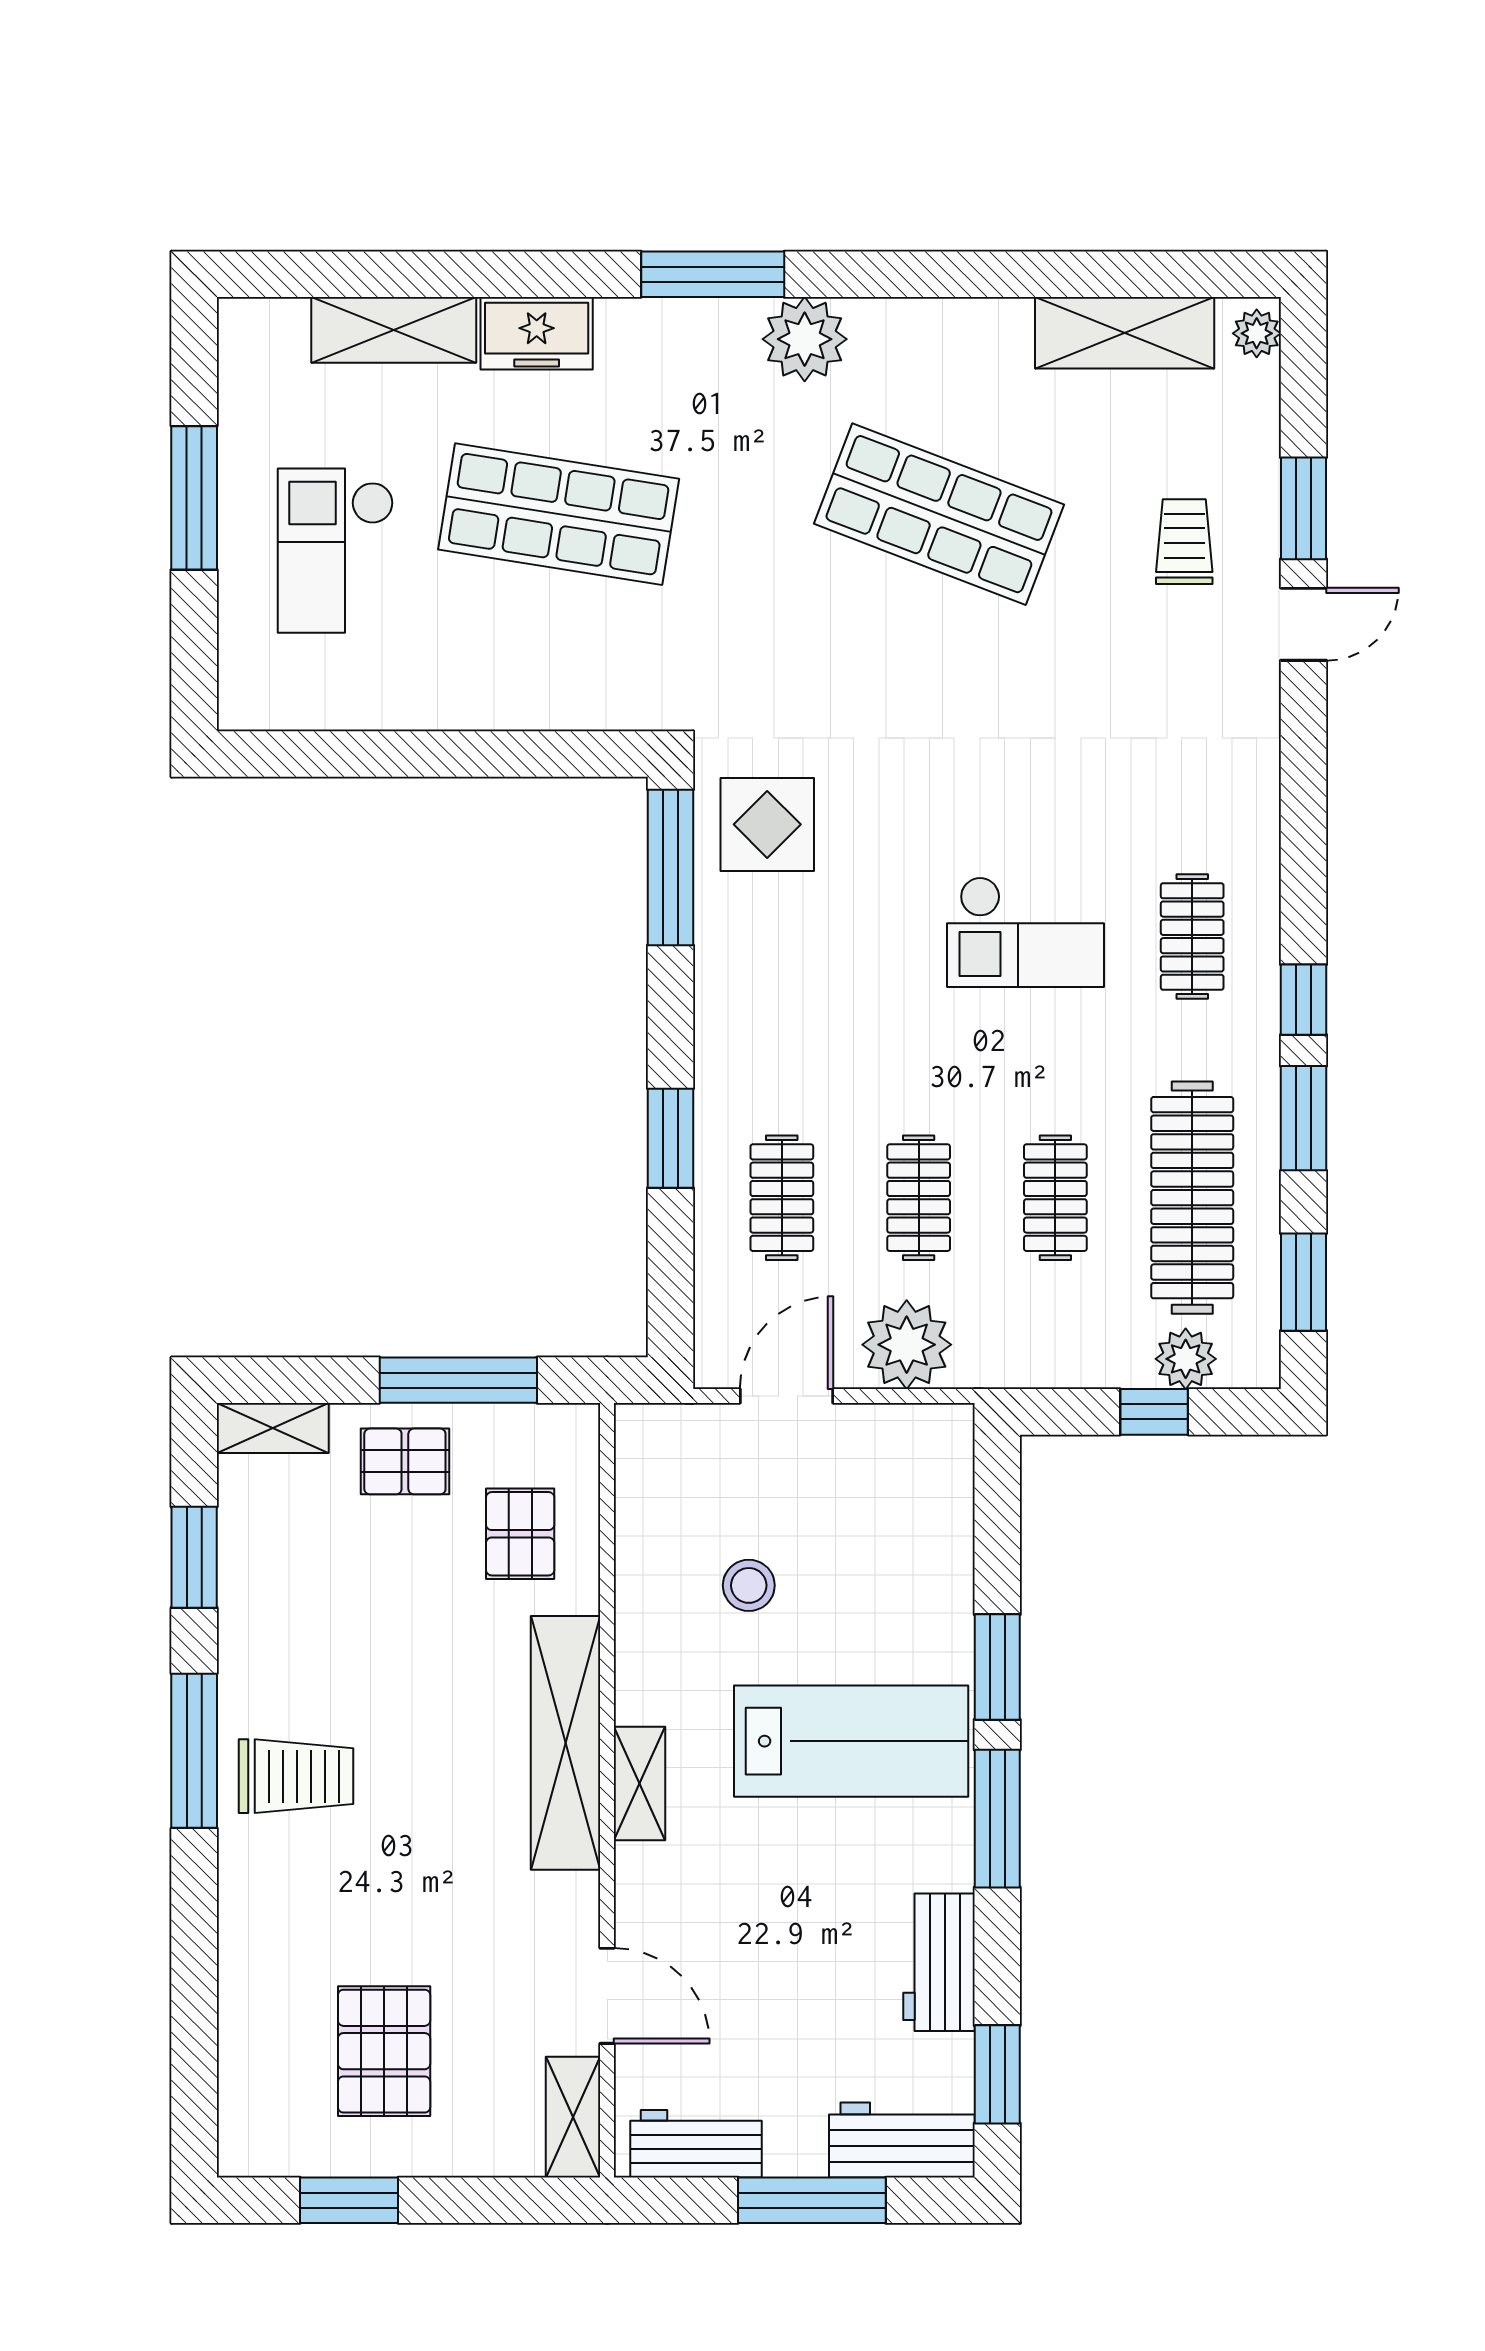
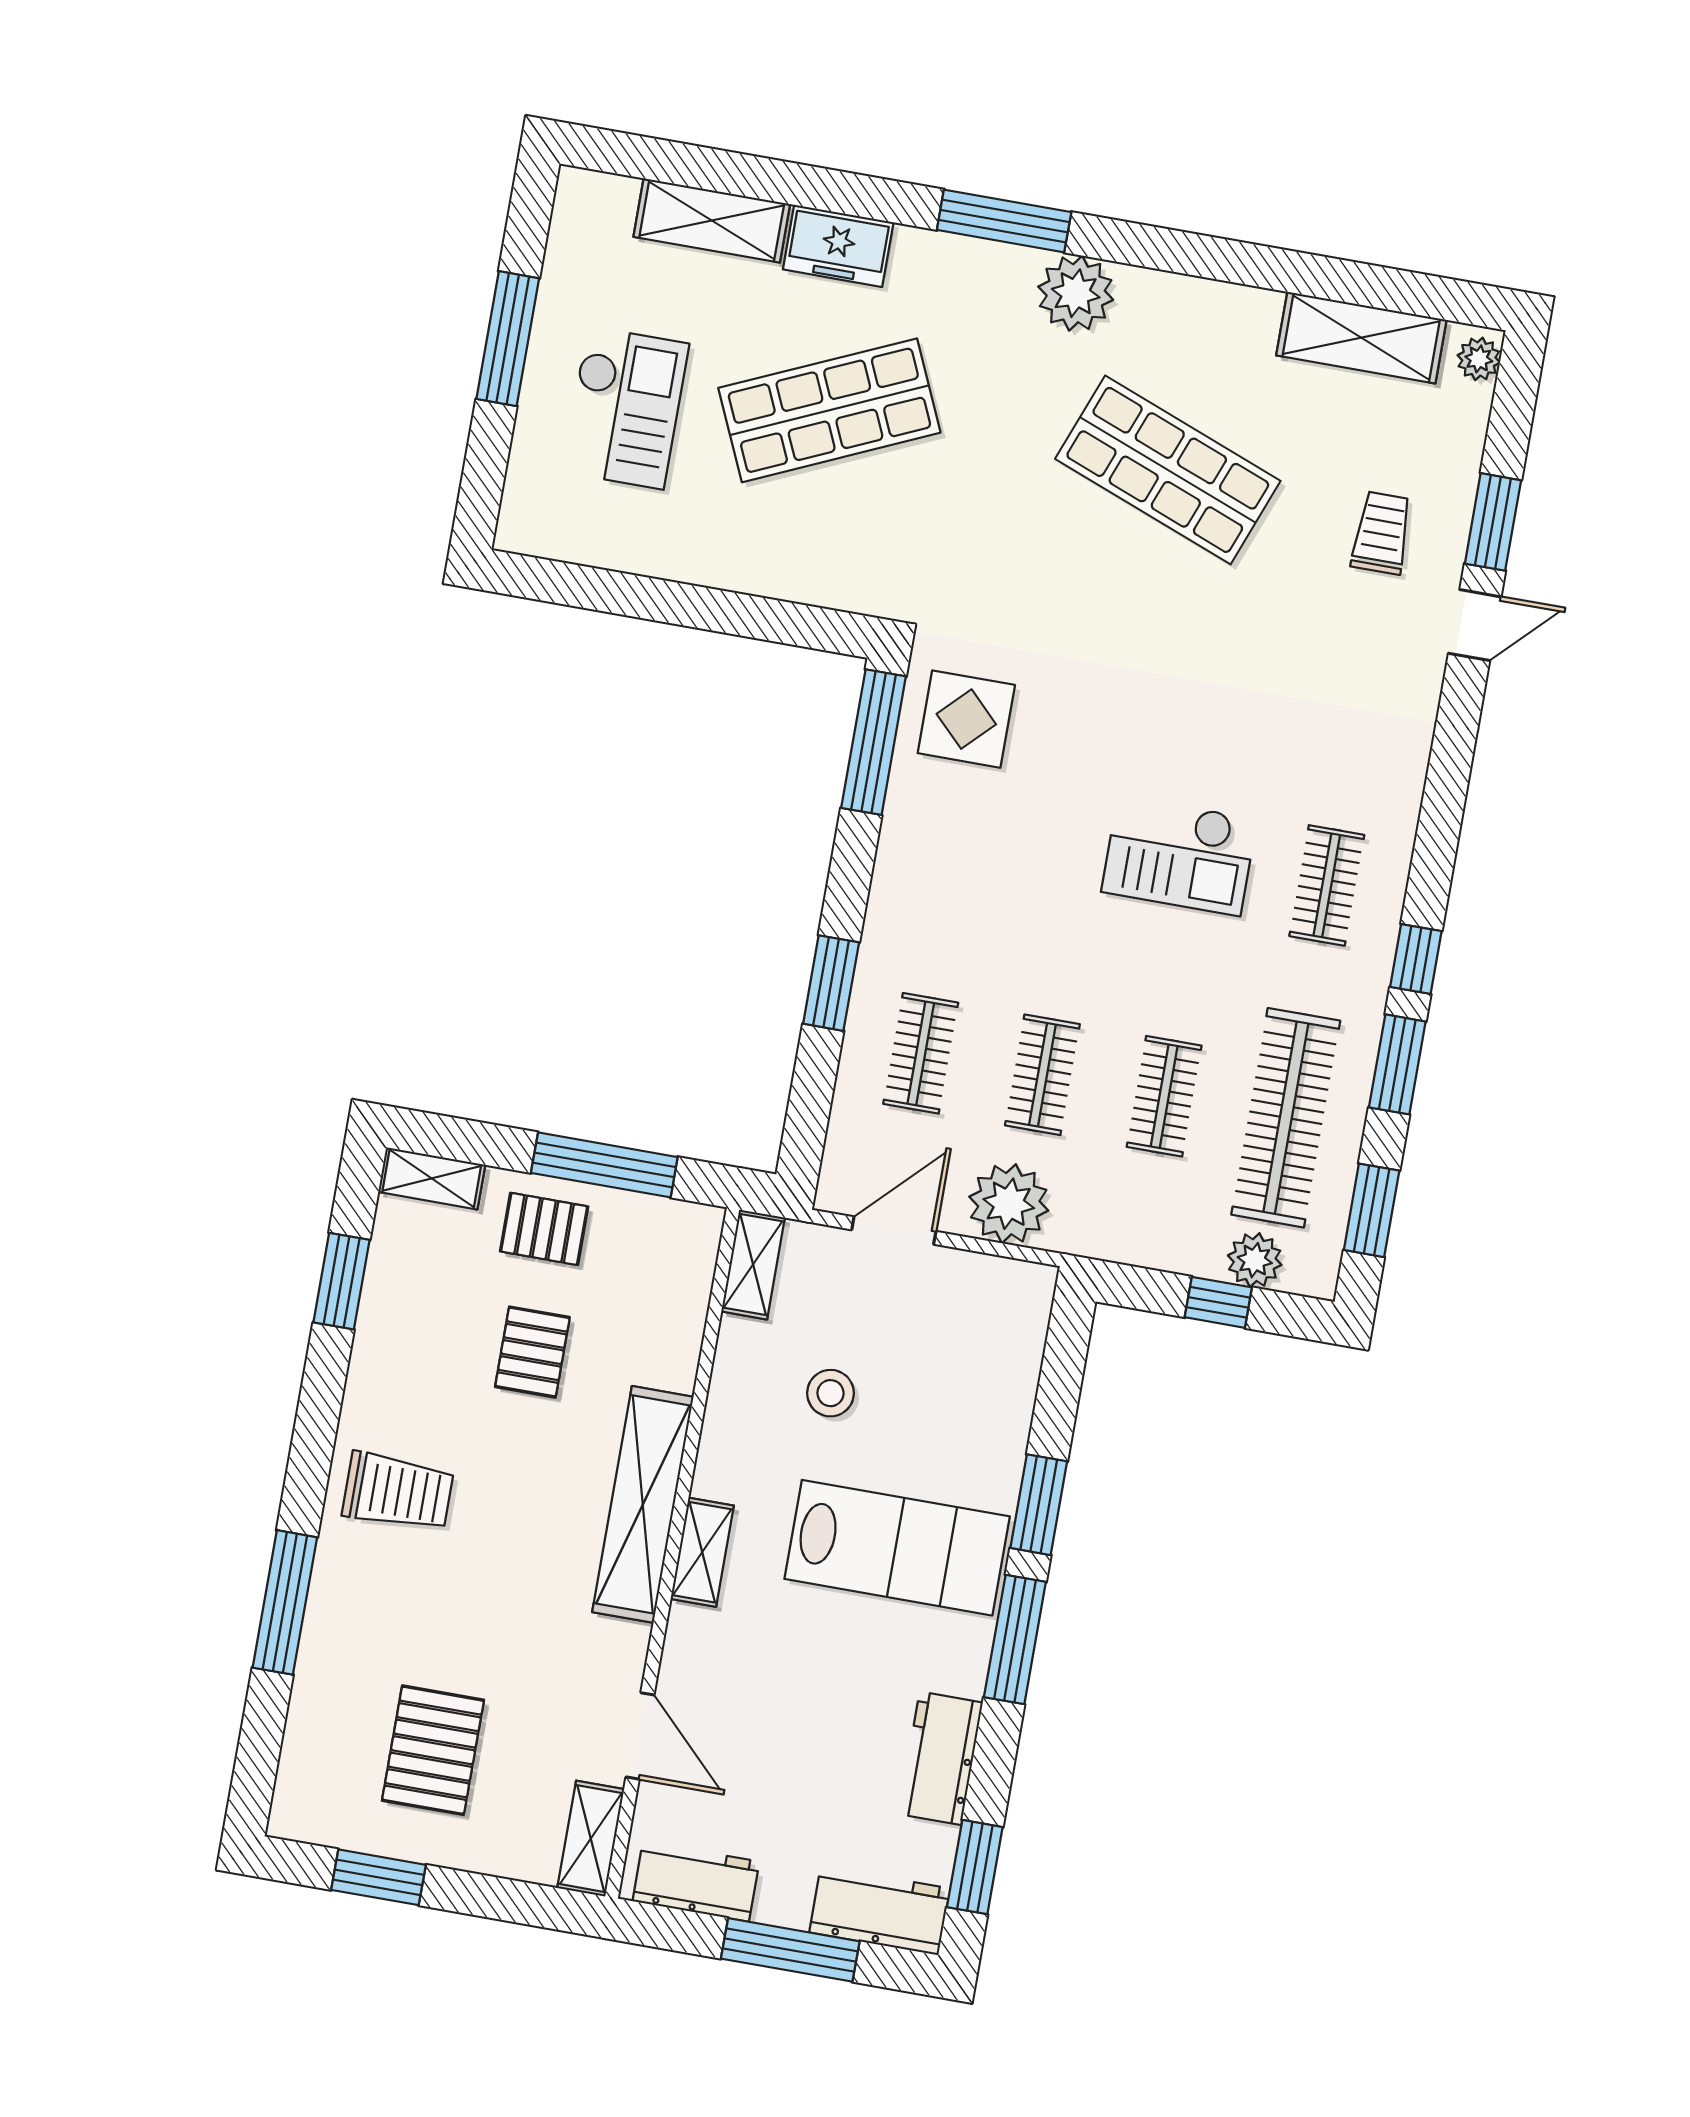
shop shelf: (559, 514) -> (829, 410), turned -33
checkout: (336, 551) -> (625, 408), turned 180
shelving: (640, 1460) -> (753, 1265), added
pallet: (520, 1534) -> (532, 1352), moved
window: (194, 1751) -> (285, 1602), moved

